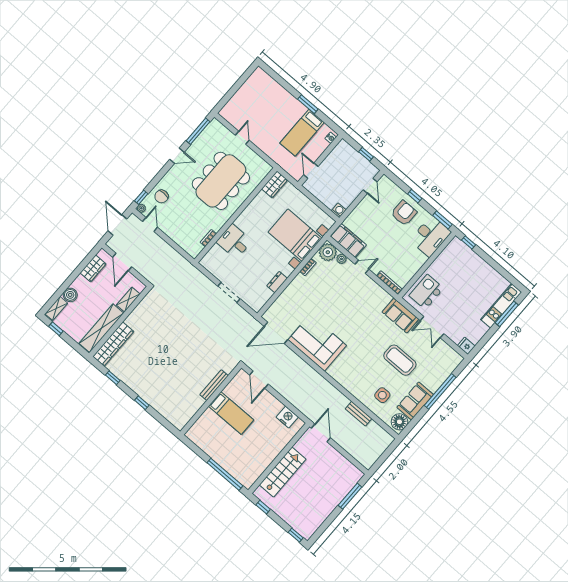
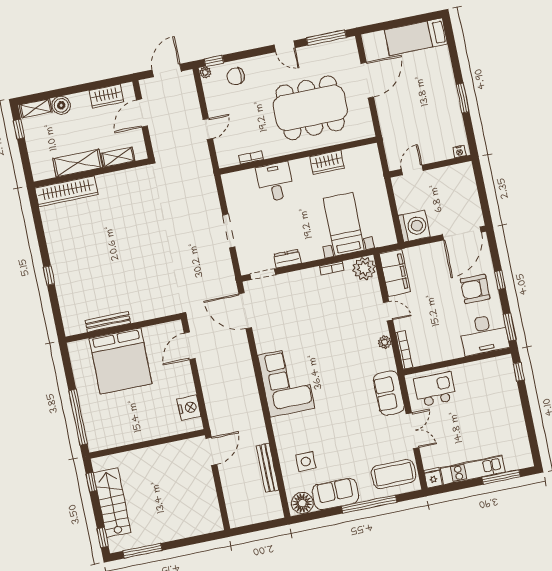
bed: (302, 133) -> (416, 37), moved
door: (242, 138) -> (367, 80), width x1.88
window: (366, 154) -> (483, 197), removed
wardrobe: (274, 184) -> (327, 162), moved
door: (370, 186) -> (462, 233), width x1.88
washing machine: (339, 210) -> (414, 226), width x1.89, depth x1.89
armchair: (404, 213) -> (475, 289), turned 180
door: (150, 224) -> (208, 129), moved
bed with nightstands: (295, 235) -> (344, 224), width x0.73
plant: (341, 259) -> (385, 342), moved
doorway: (270, 303) -> (263, 274), added
kitchen unit: (501, 306) -> (473, 470), moved
double door: (432, 327) -> (413, 431), swing flipped
shelving: (101, 328) -> (78, 163), width x0.68
corner sofa: (317, 343) -> (286, 382), moved
coffee table: (400, 360) -> (394, 474), moved, turned 90
window: (113, 378) -> (39, 226), removed
bench: (214, 385) -> (108, 322), moved
bed: (231, 413) -> (120, 361), width x2.04
bench: (359, 414) -> (267, 468), width x1.36
stairs: (283, 472) -> (112, 503), moved, turned -90
window: (350, 496) -> (143, 551), moved

